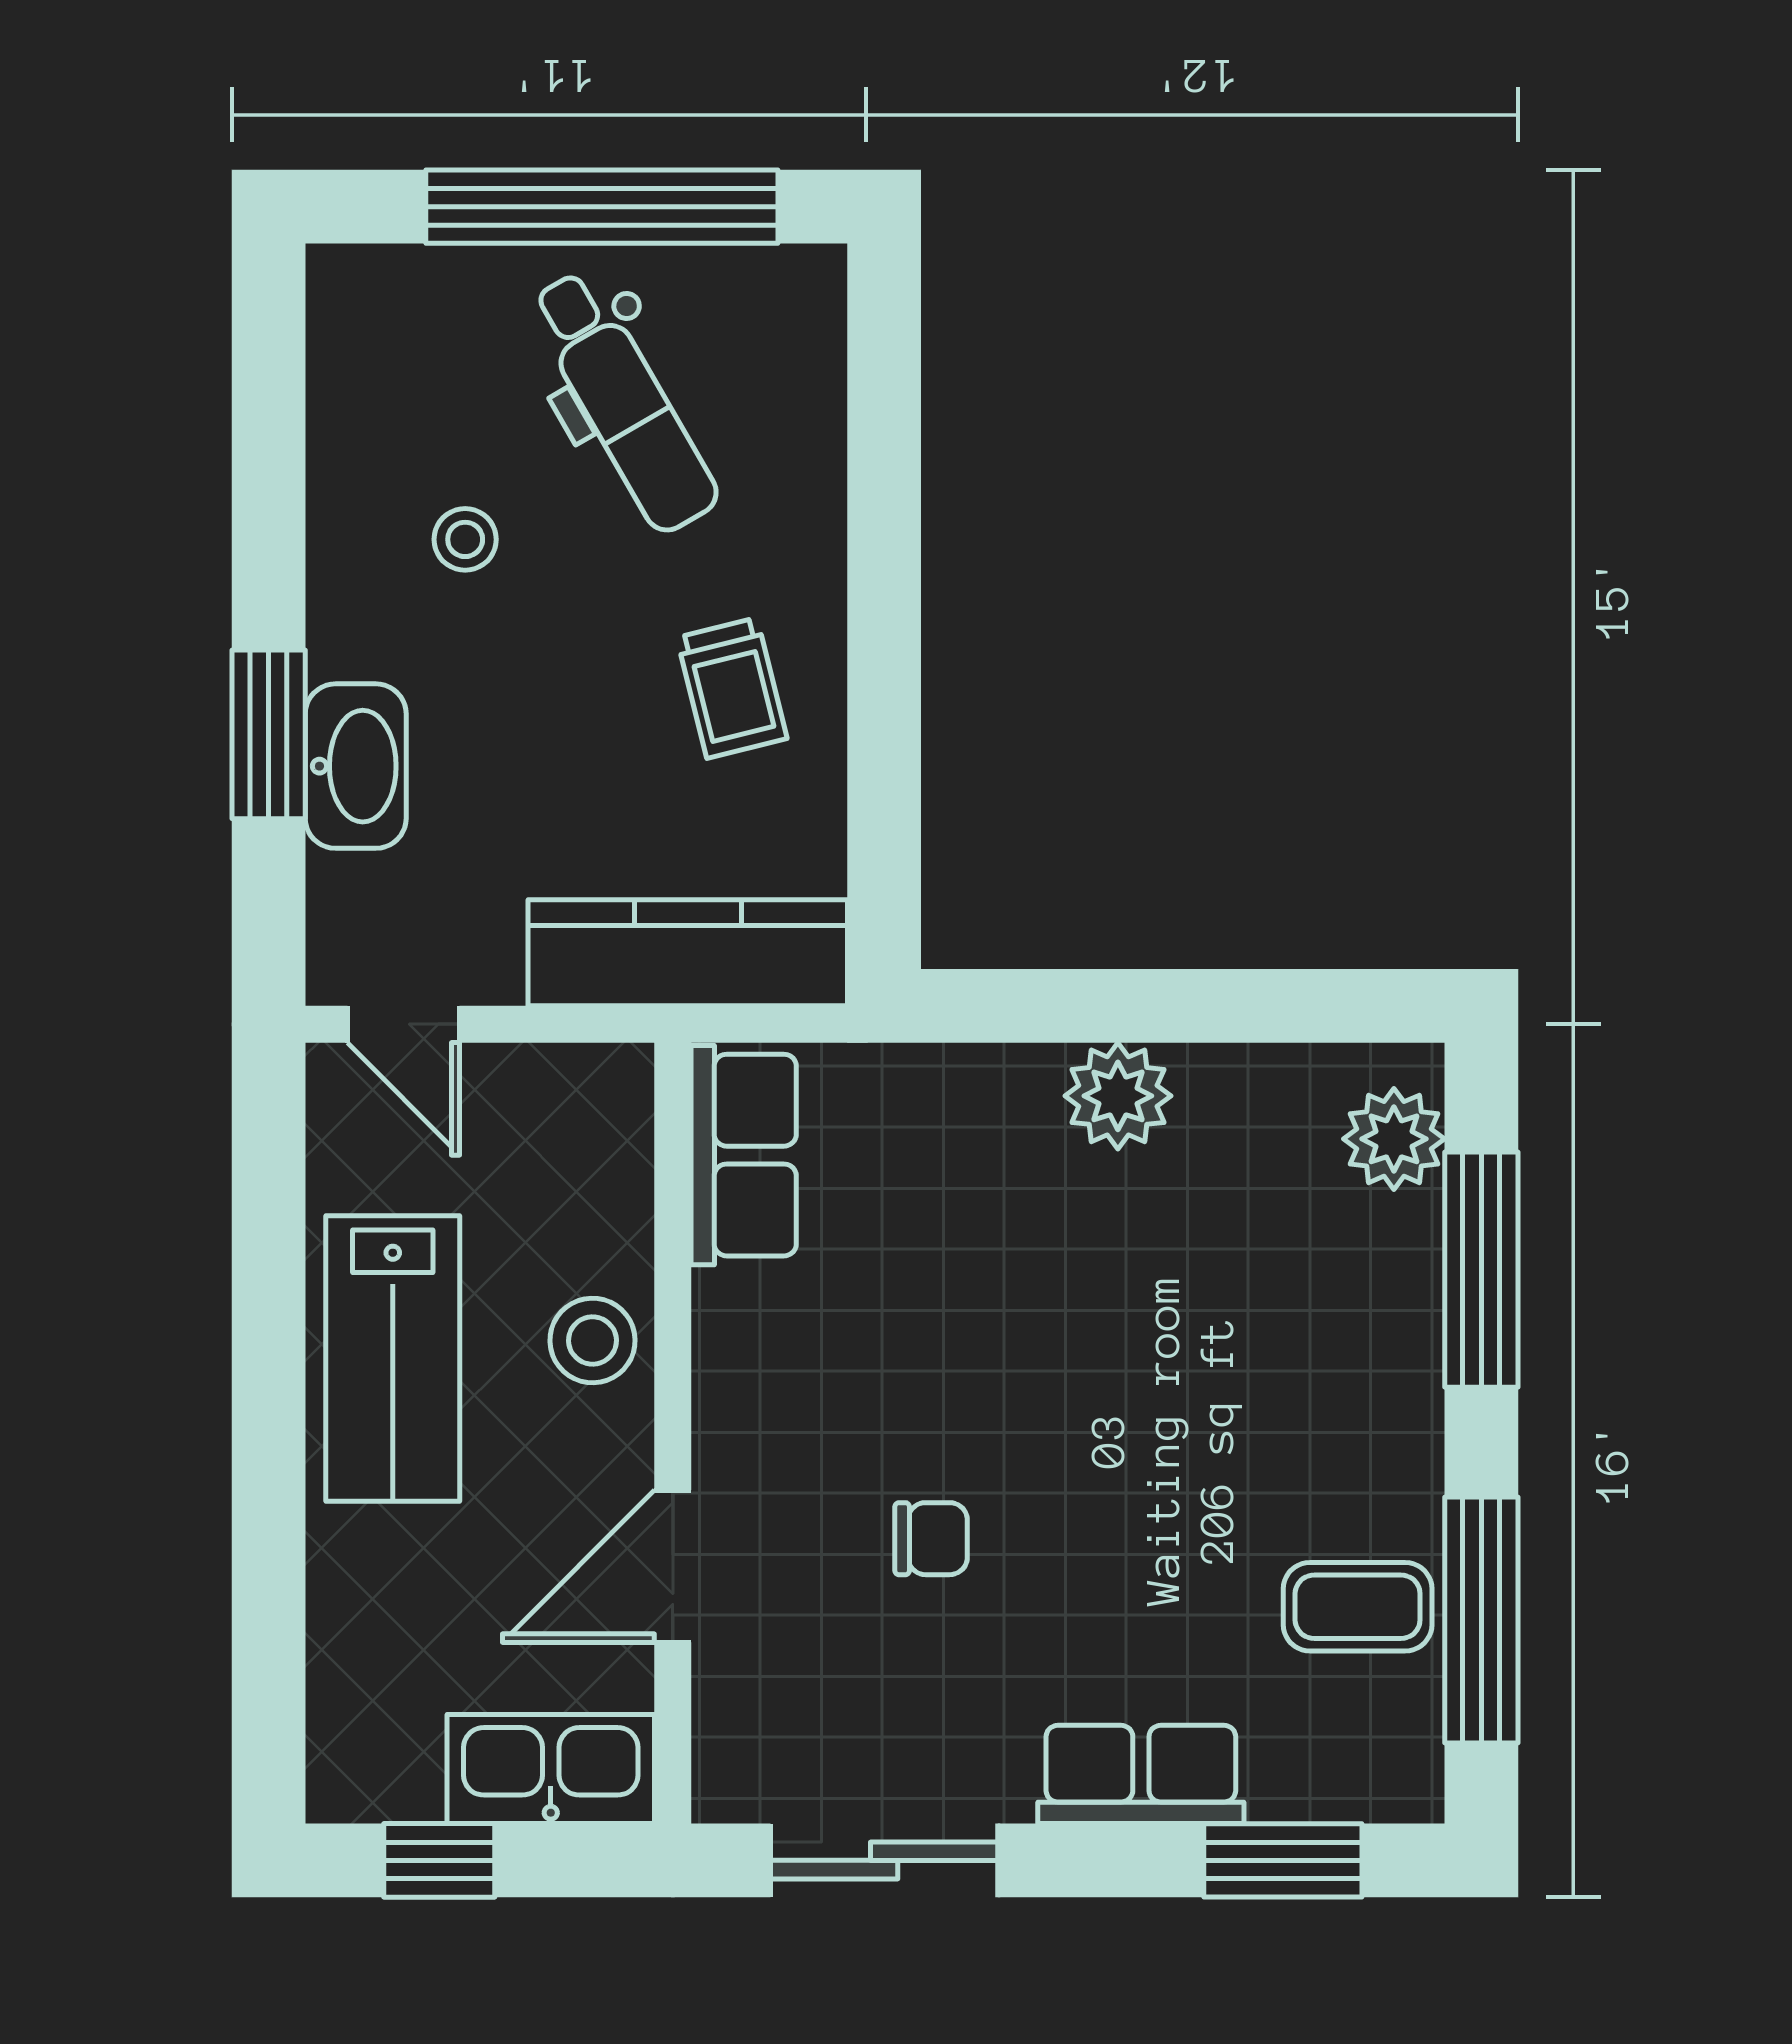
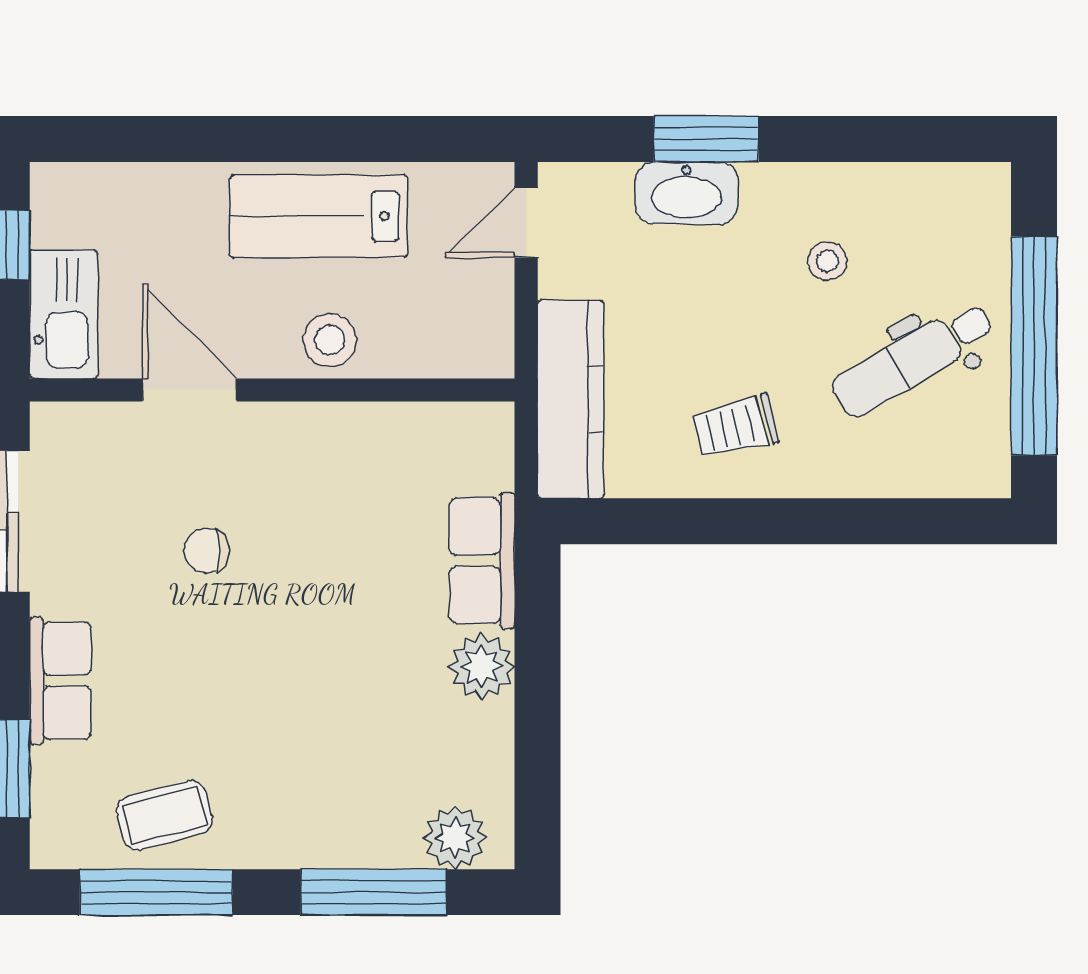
row of seats: (744, 1155) -> (482, 561), moved, turned 90
chair: (931, 1539) -> (207, 550), turned 90
coffee table: (1358, 1607) -> (164, 815), turned 75

